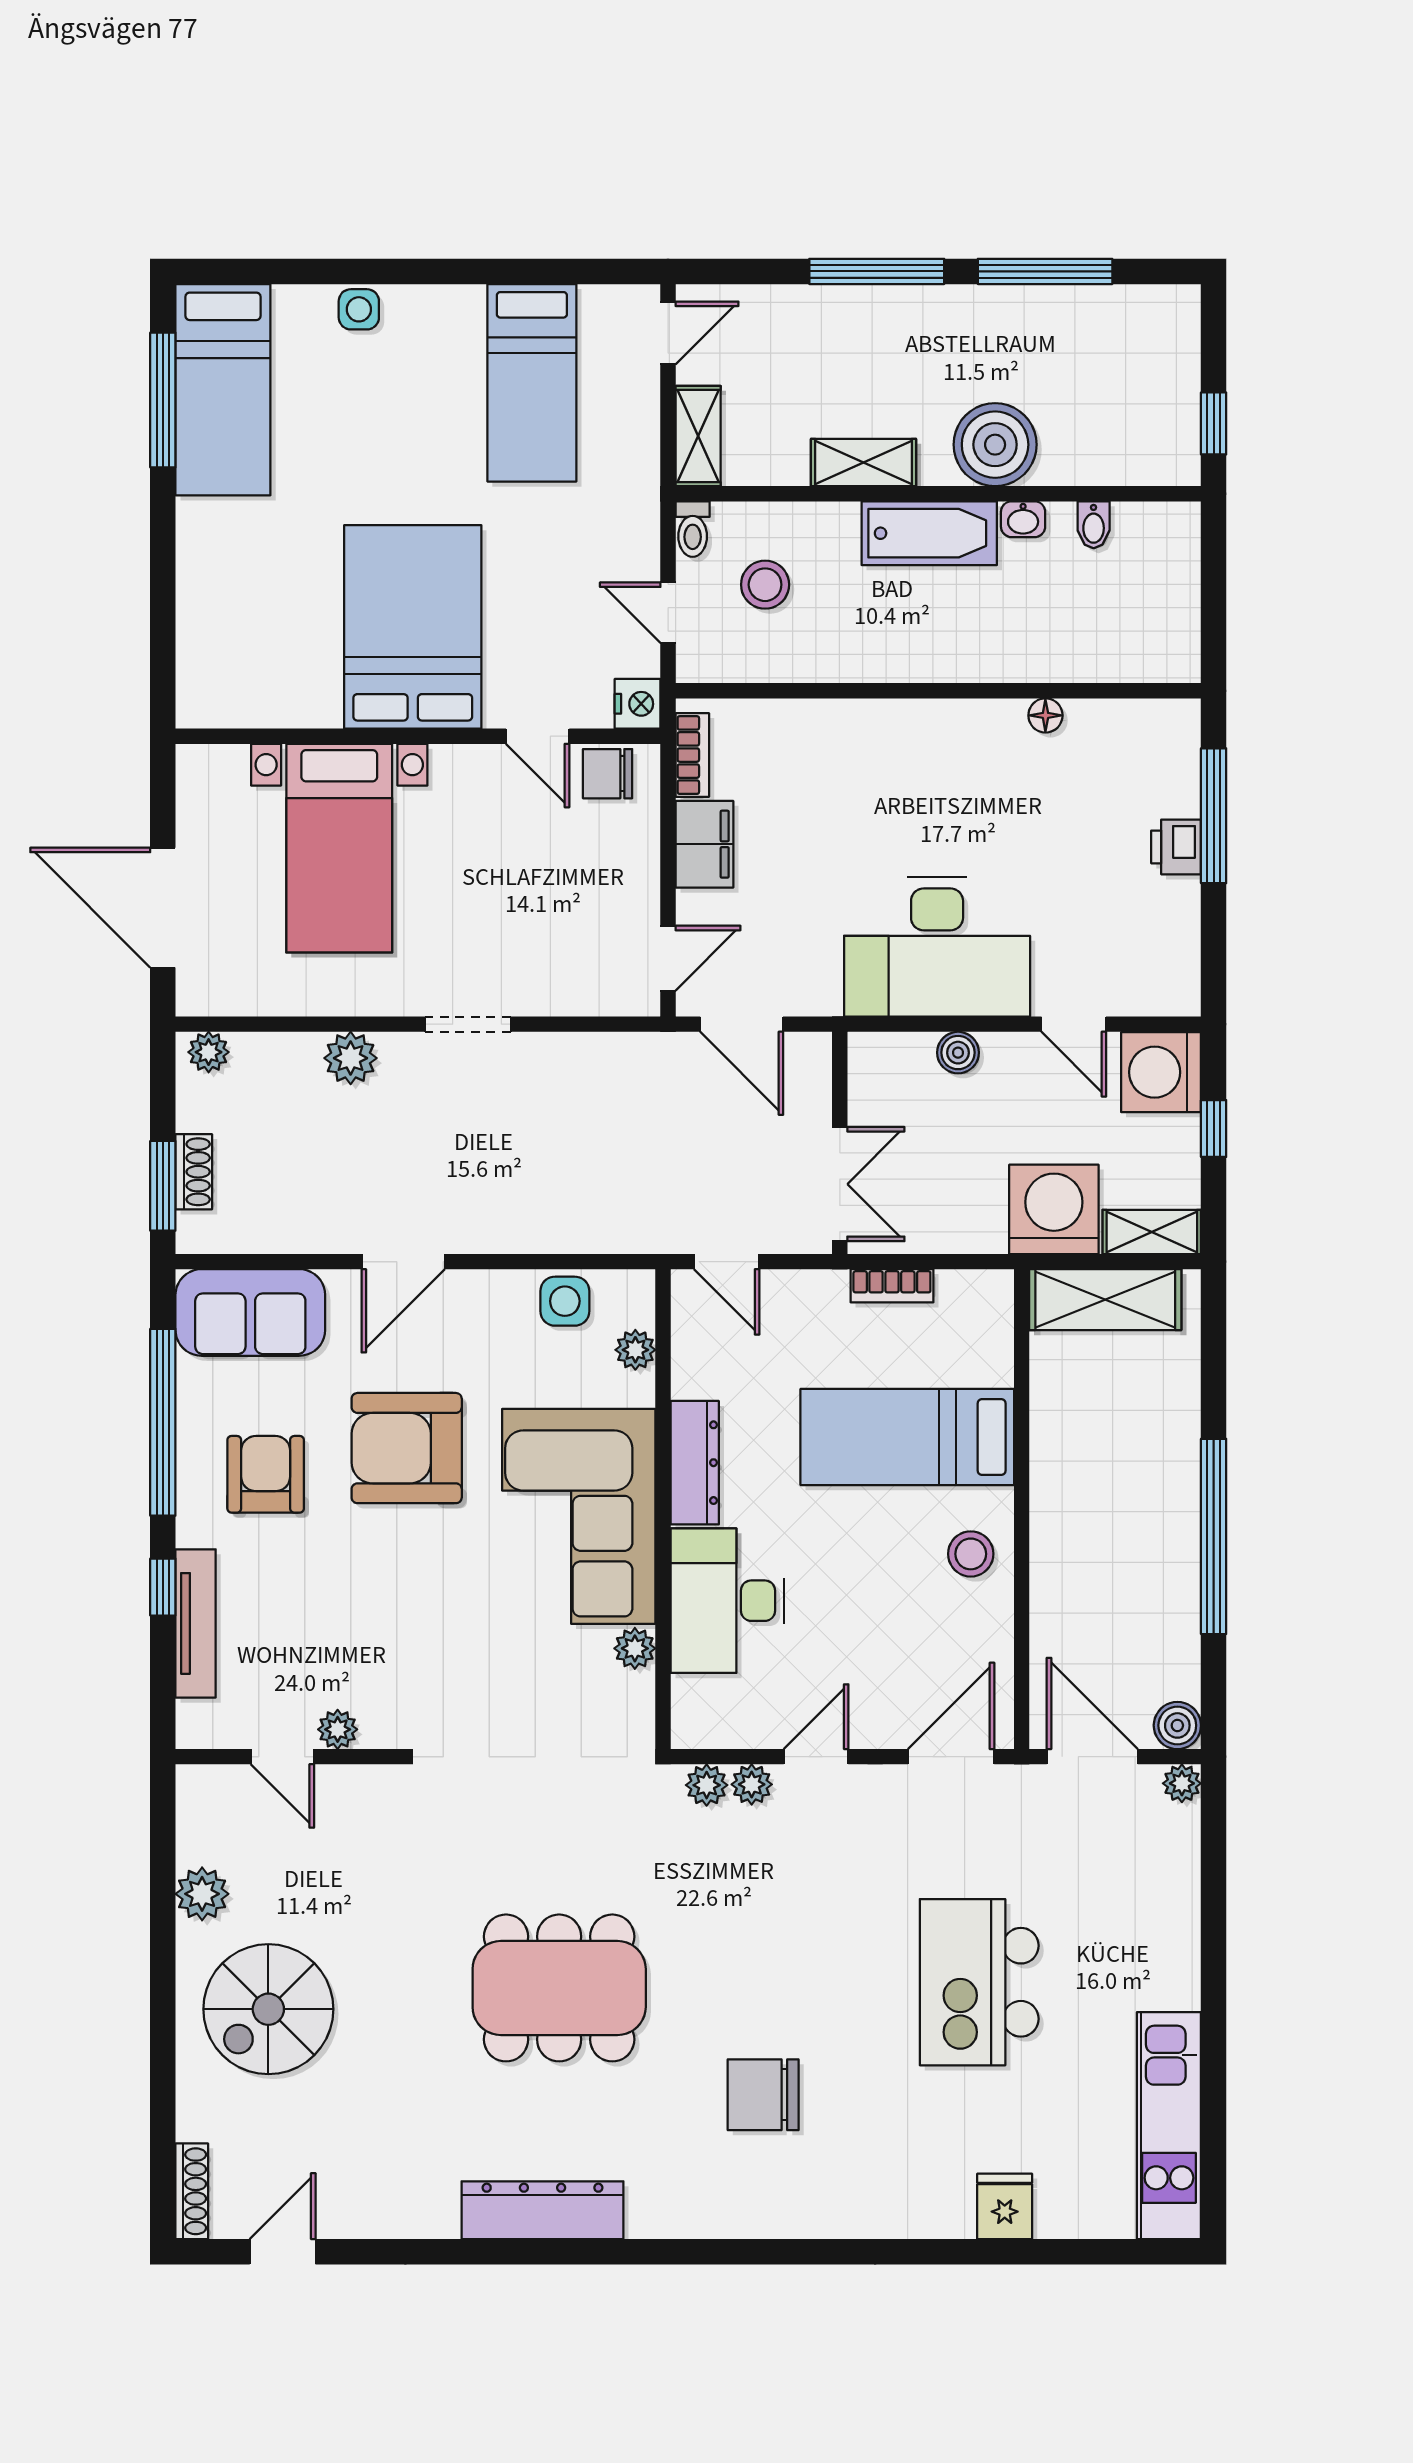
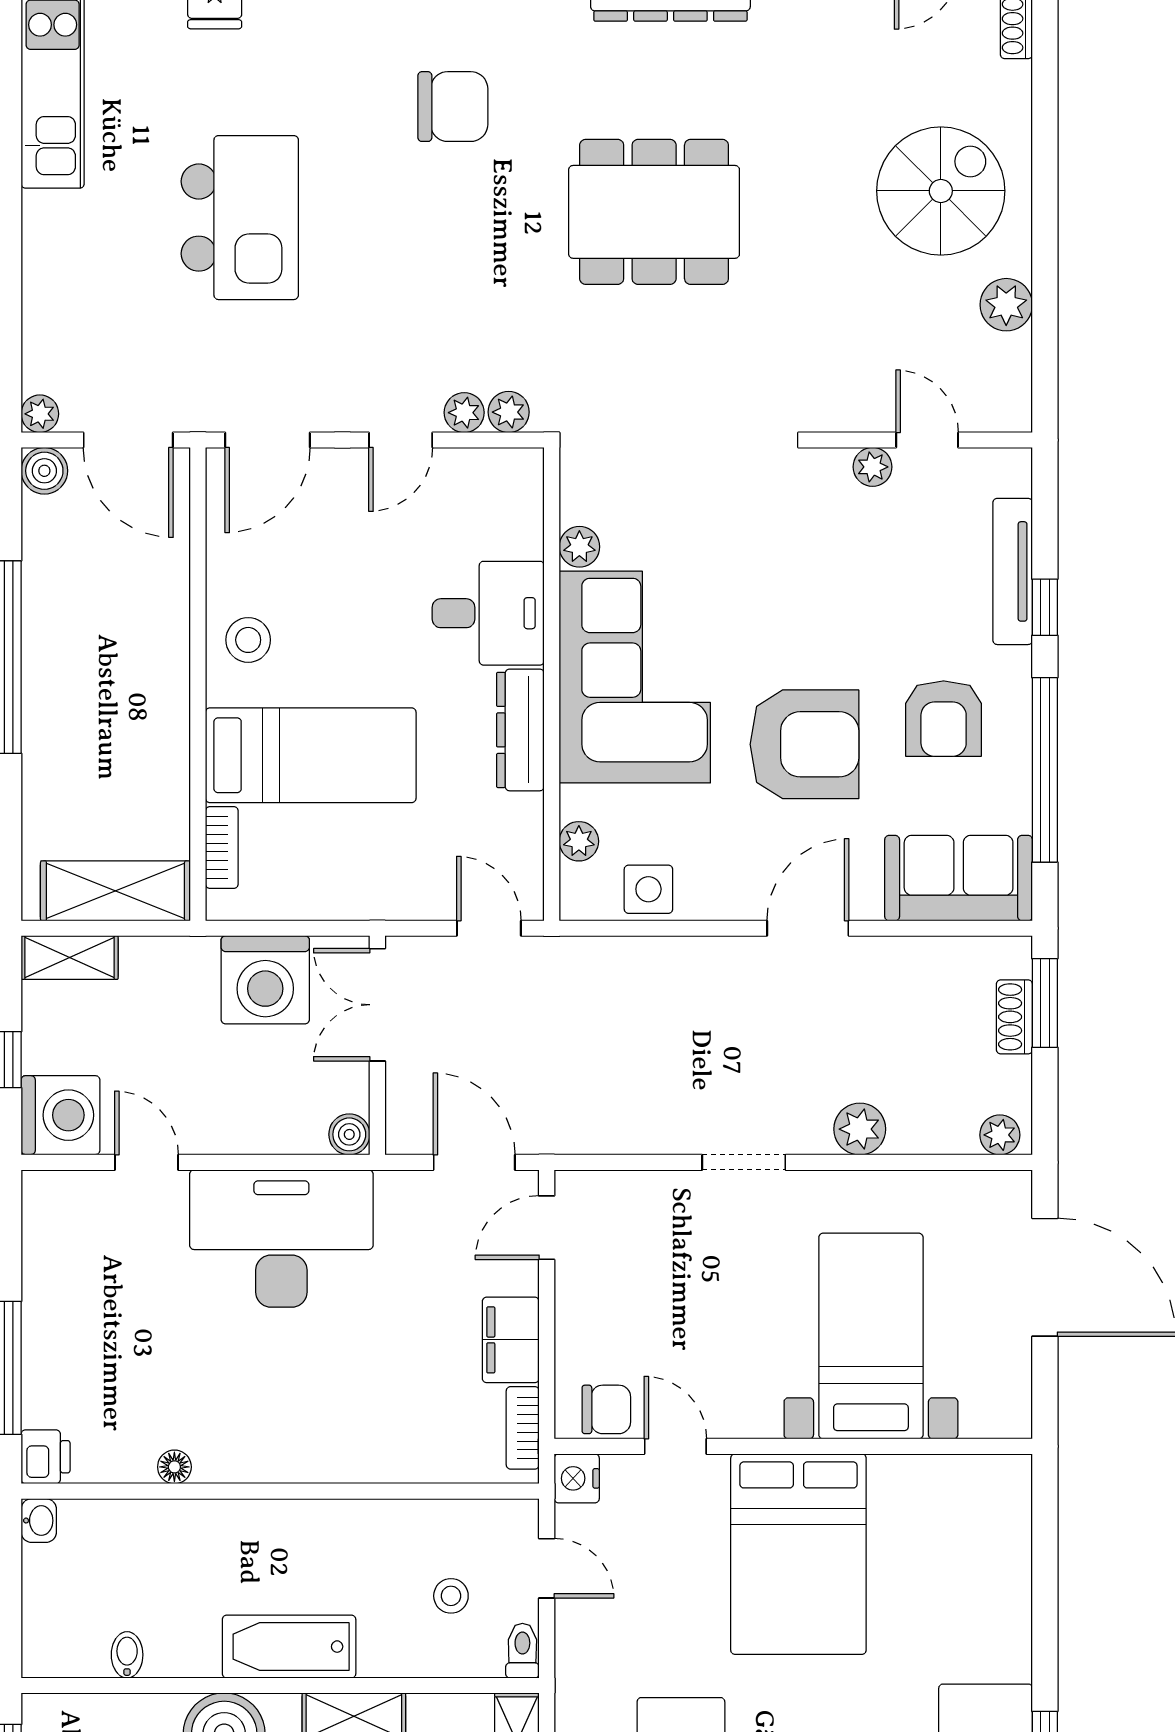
washbasin: (1023, 519) -> (39, 1521), moved, turned 90
stool: (765, 585) -> (451, 1596), width x0.73, depth x0.73
printer: (1176, 847) -> (46, 1457), moved
boiler: (958, 1053) -> (349, 1134), moved
washing machine: (1054, 1209) -> (265, 980), moved
bookcase: (892, 1286) -> (222, 847), moved, turned 90
desk: (727, 1601) -> (488, 613), width x0.73

